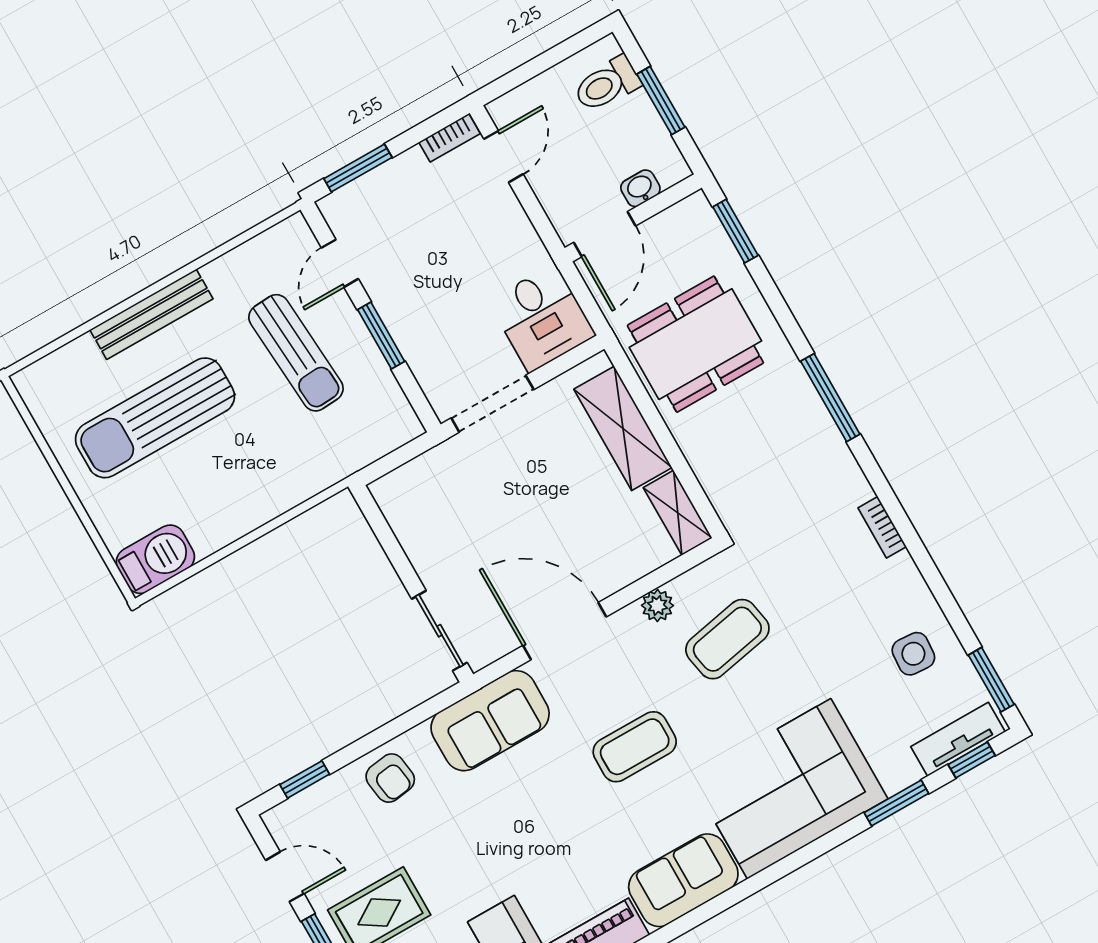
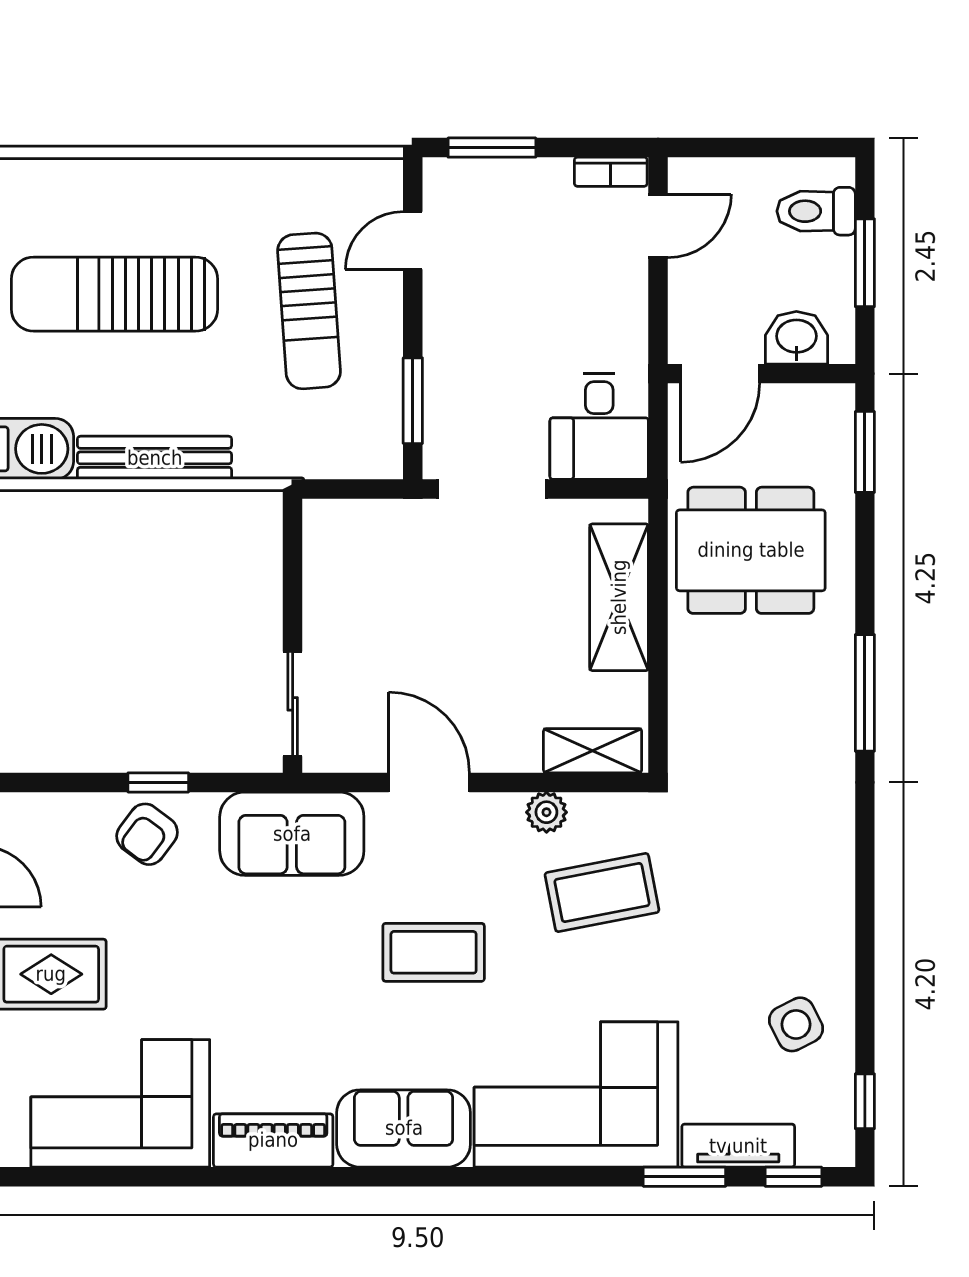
washbasin: (640, 188) -> (796, 338), width x1.38, depth x1.45
bench: (151, 314) -> (155, 458), moved
window: (381, 336) -> (413, 401), moved
shelving: (678, 513) -> (593, 751), moved, turned 90
bookcase: (882, 527) -> (841, 867), removed
door: (565, 631) -> (429, 782), width x0.73
side table: (913, 654) -> (796, 1024), turned -31
window: (991, 680) -> (865, 1101), width x0.67
tv unit: (958, 739) -> (738, 1146), moved
armchair: (390, 778) -> (147, 834), turned 45
window: (305, 779) -> (158, 782), moved

